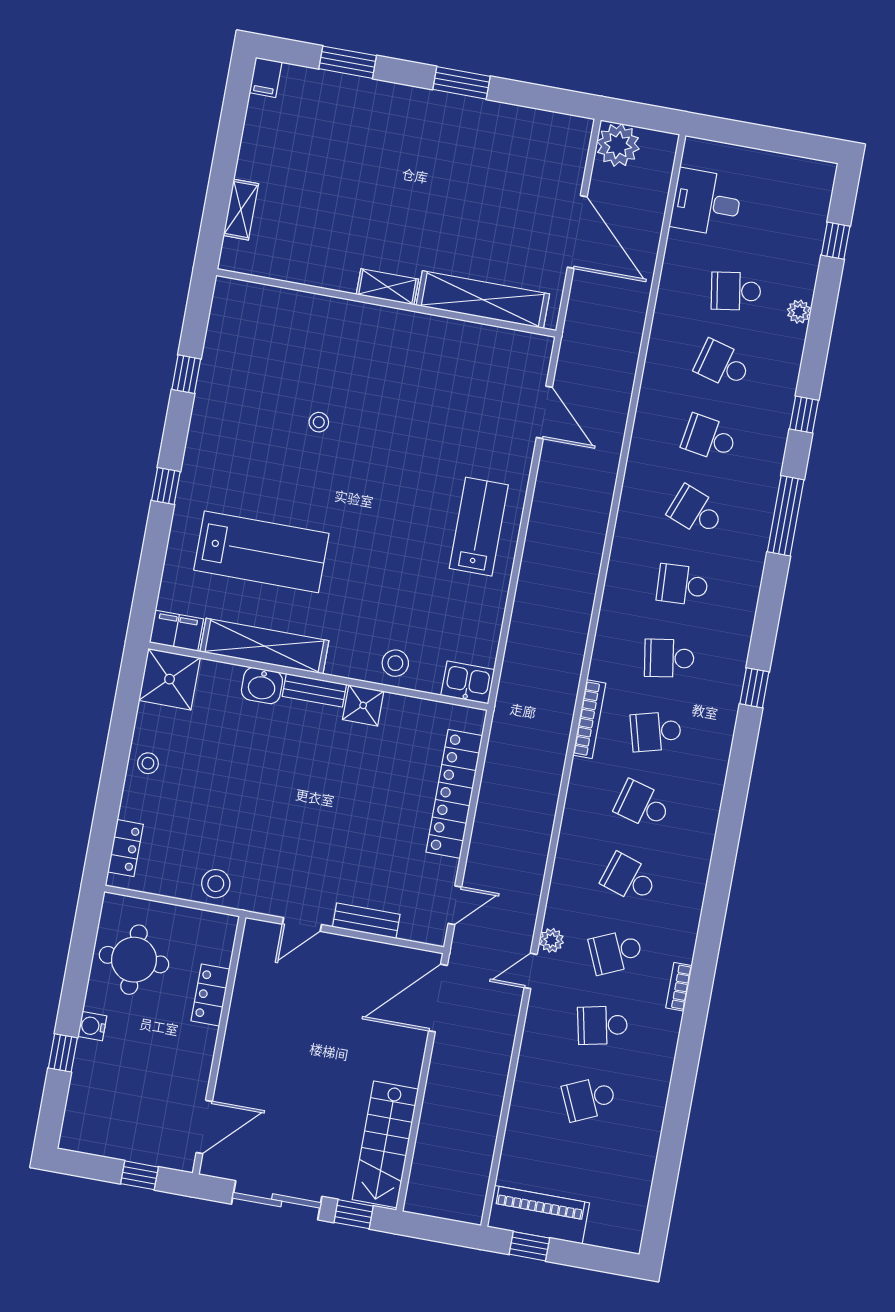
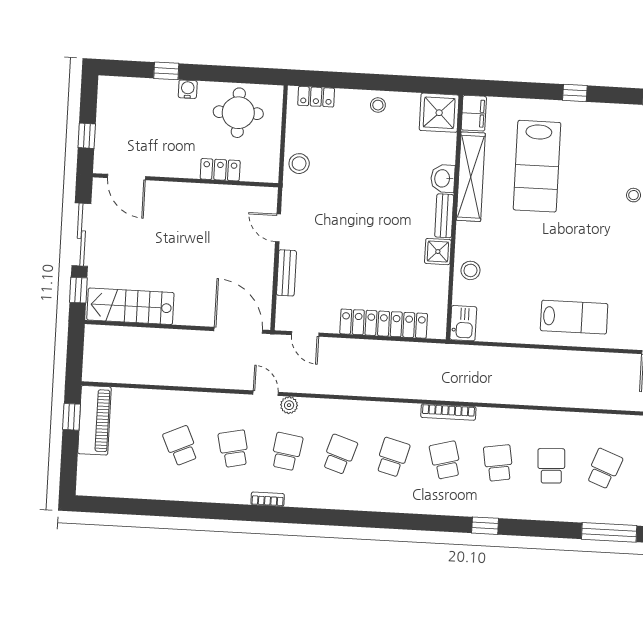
school desk: (616, 952) -> (287, 452), turned 33

